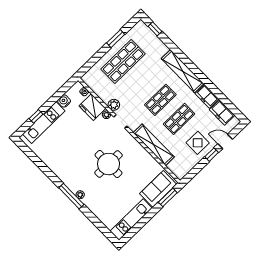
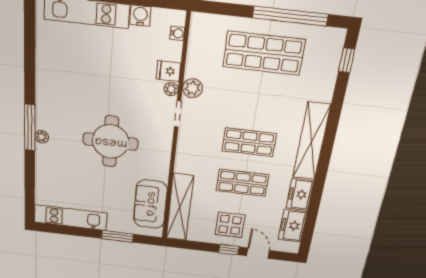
window: (116, 39) -> (290, 16), width x2.11
fridge: (92, 107) -> (168, 71), width x0.53, depth x0.75
shelving: (154, 145) -> (180, 207), moved
sofa: (158, 189) -> (150, 204), moved, turned -90
window: (168, 197) -> (117, 236), moved

